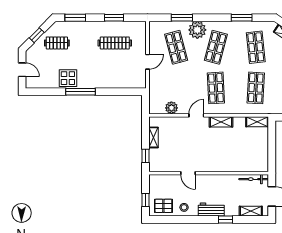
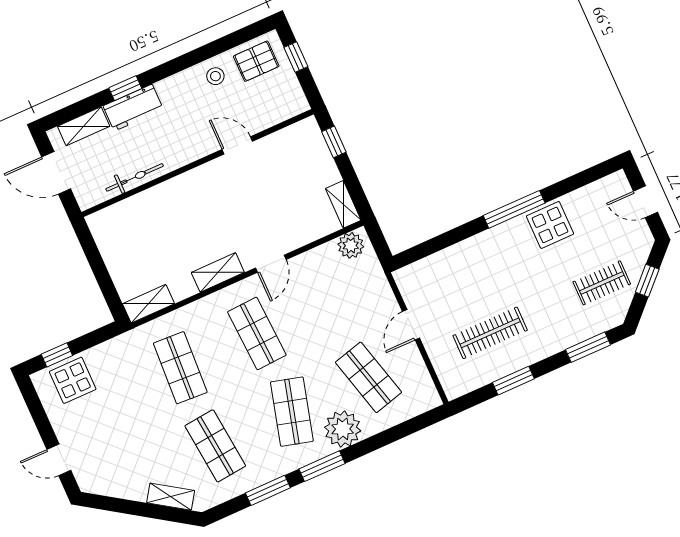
window: (182, 18) -> (322, 466), moved
plant: (171, 108) -> (351, 245), moved
shelving: (153, 137) -> (343, 204), moved
bicycle: (254, 179) -> (135, 177), moved
workbench: (211, 210) -> (133, 108), moved

